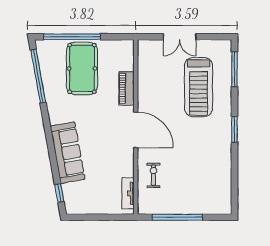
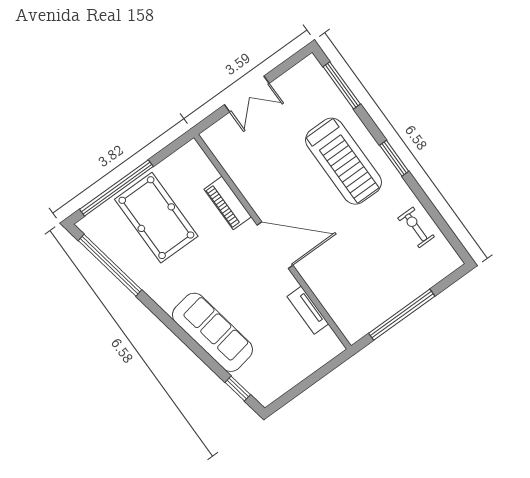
treadmill: (199, 87) -> (343, 161), moved
exercise bike: (154, 175) -> (416, 227), moved
tv unit: (128, 193) -> (308, 310), moved

